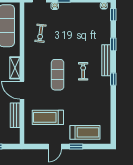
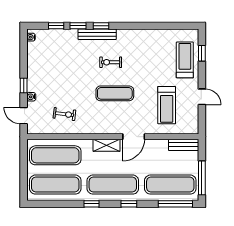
window: (113, 15) -> (56, 26), moved
window: (113, 79) -> (101, 26), moved
bench: (15, 115) -> (184, 145), moved
window: (76, 146) -> (202, 53), moved

